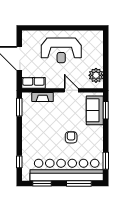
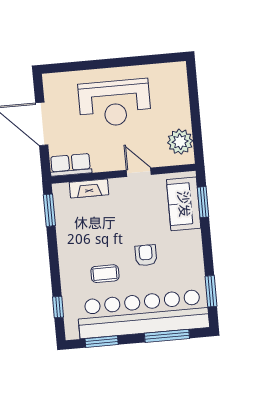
coffee table: (47, 146) -> (105, 274), added

